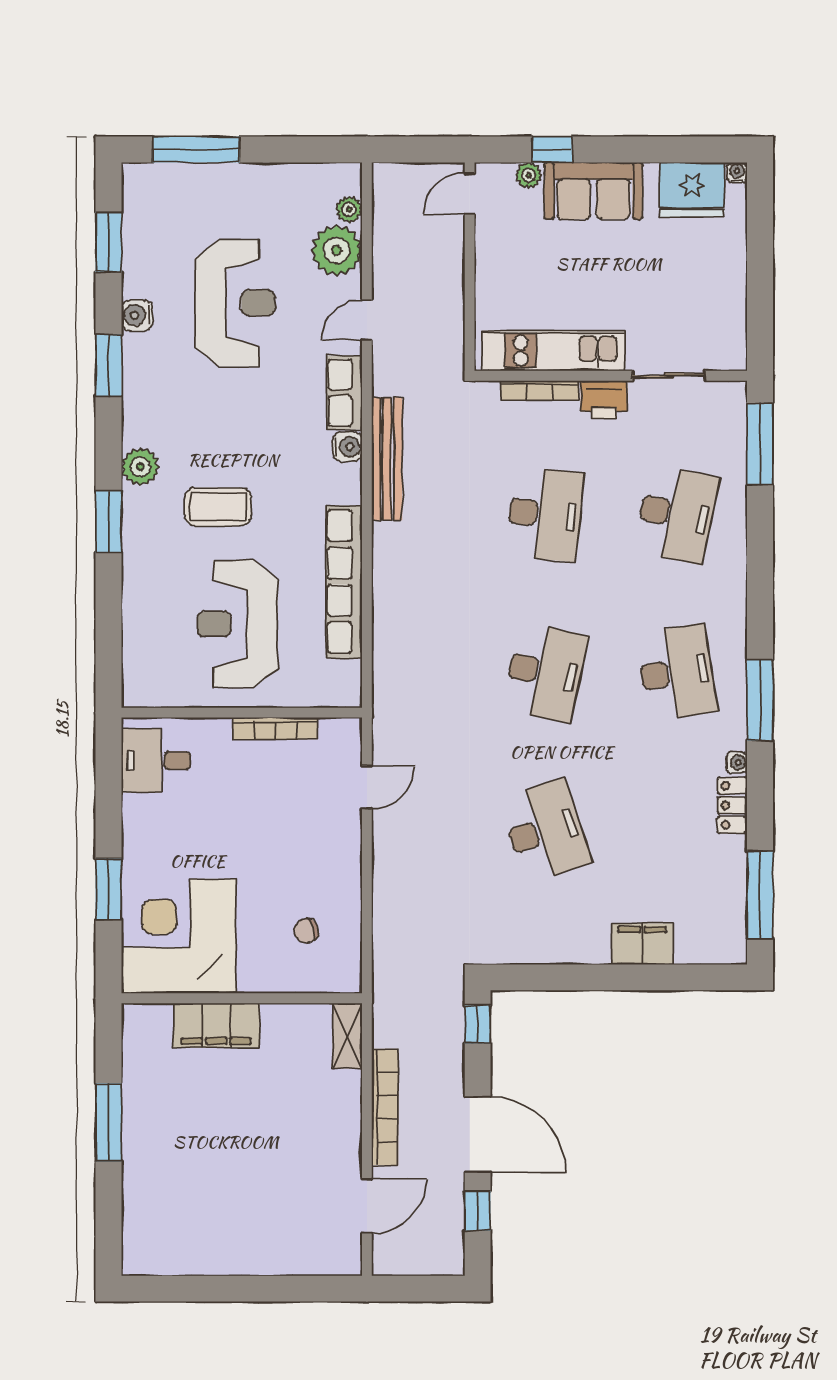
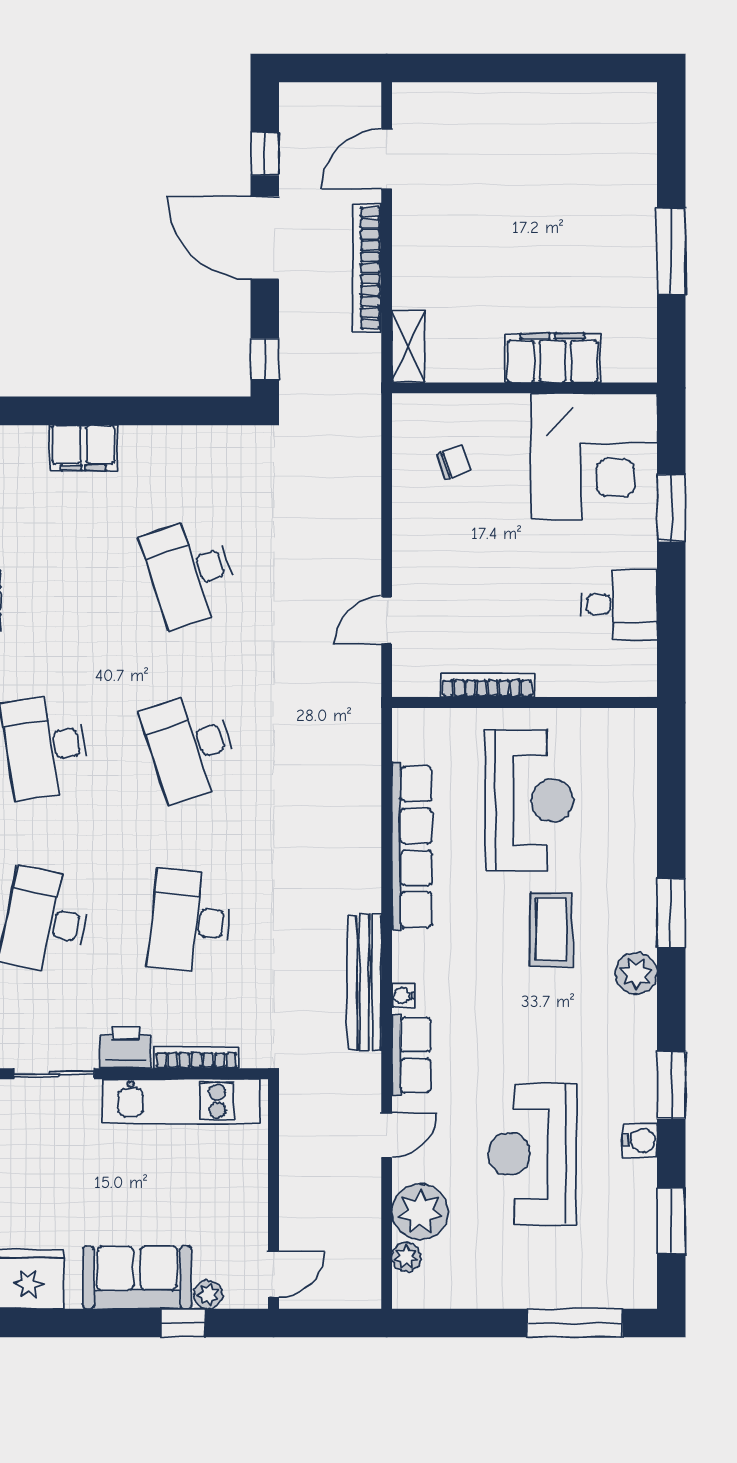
water cooler: (347, 447) -> (404, 996), width x0.72, depth x0.72
coffee table: (218, 507) -> (551, 929), turned 90
desk: (545, 673) -> (190, 747), turned -30
desk: (156, 760) -> (619, 604), moved

